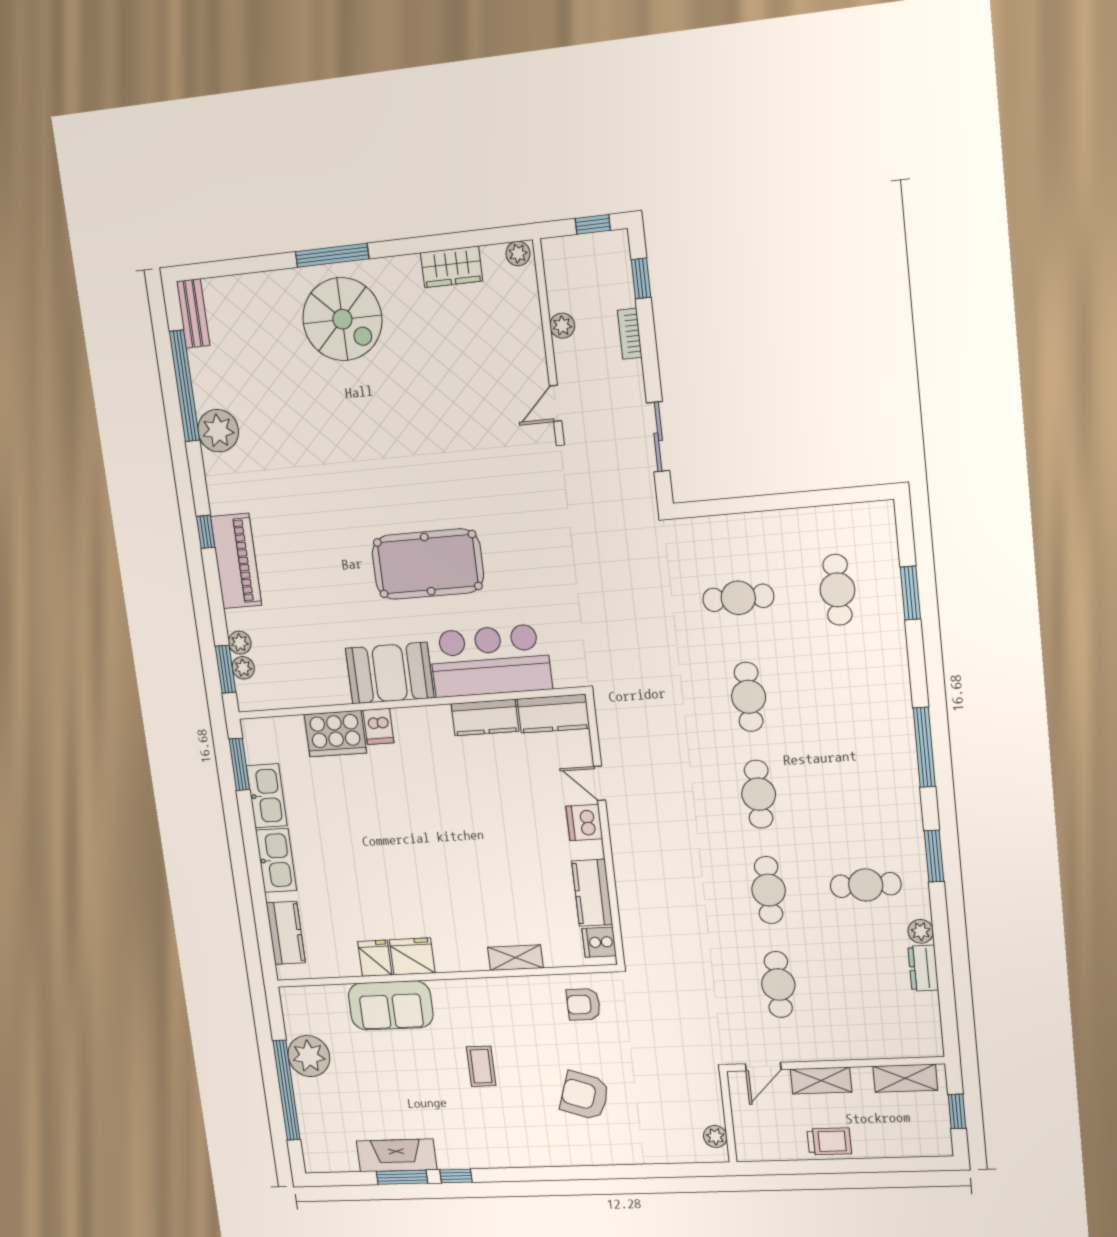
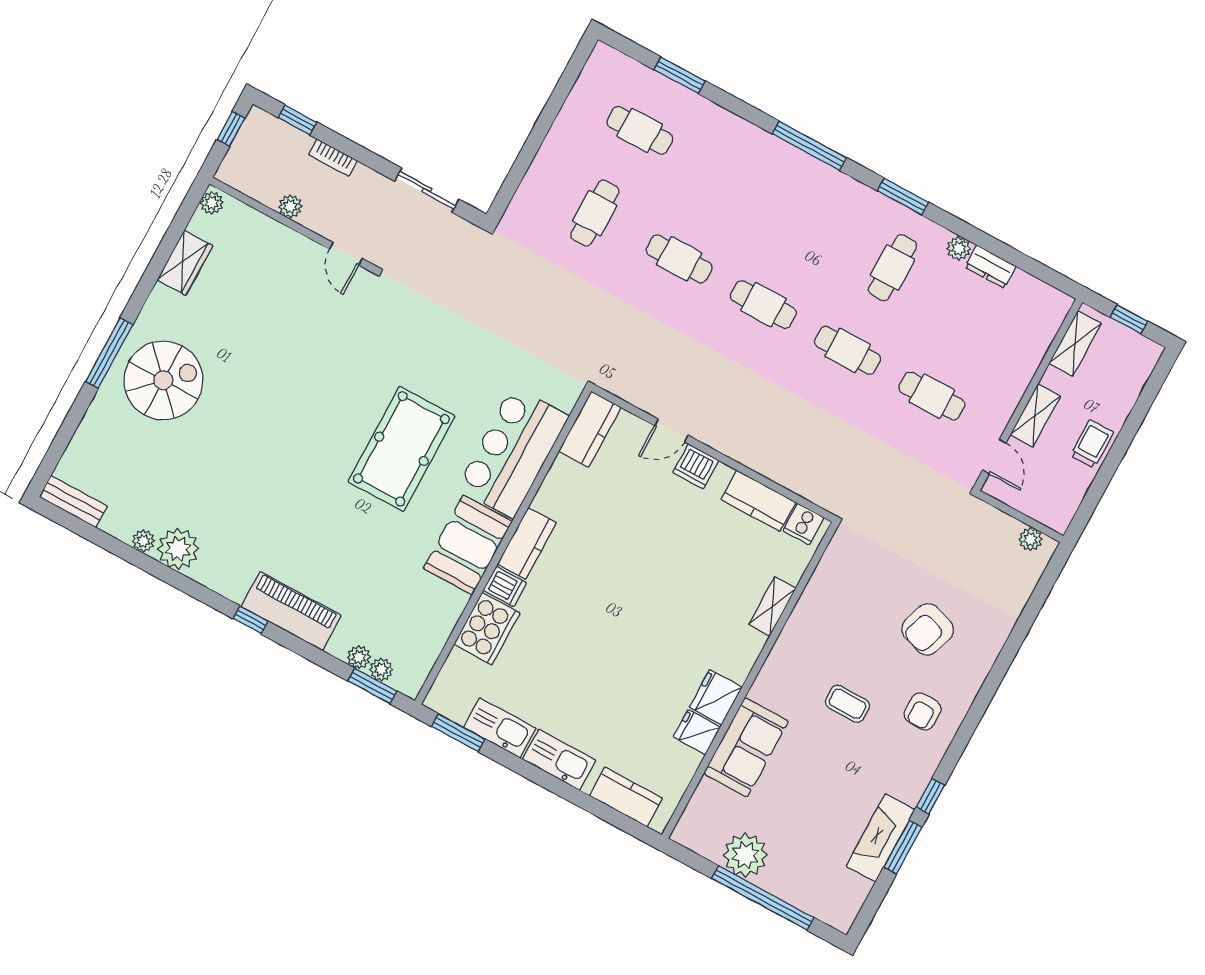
window: (185, 386) -> (124, 551), removed
plant: (204, 397) -> (143, 541), added
kitchen counter: (485, 717) -> (527, 543), moved
armchair: (583, 1004) -> (923, 711), moved

